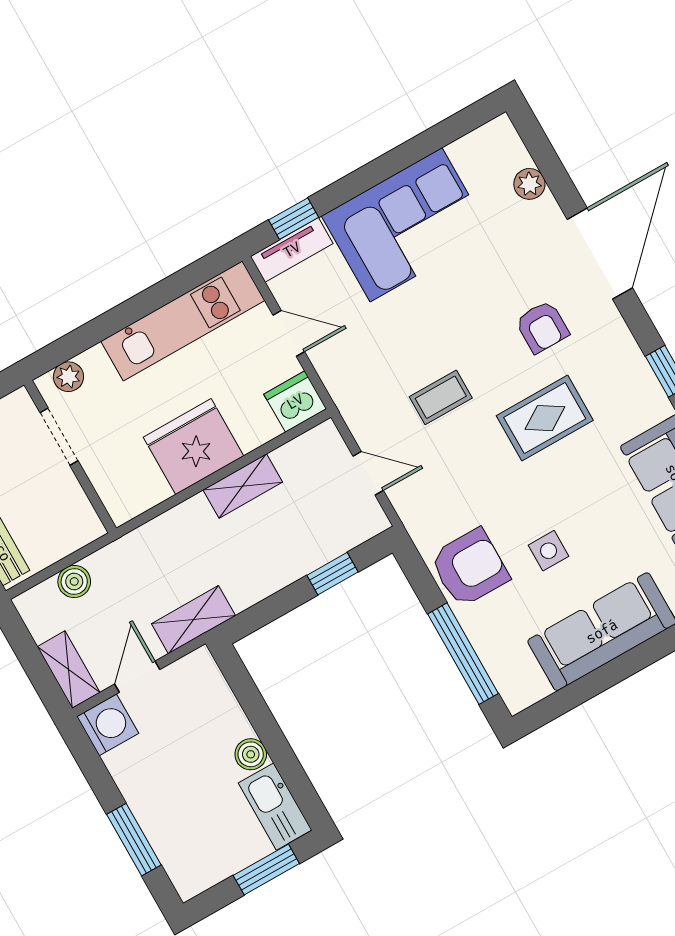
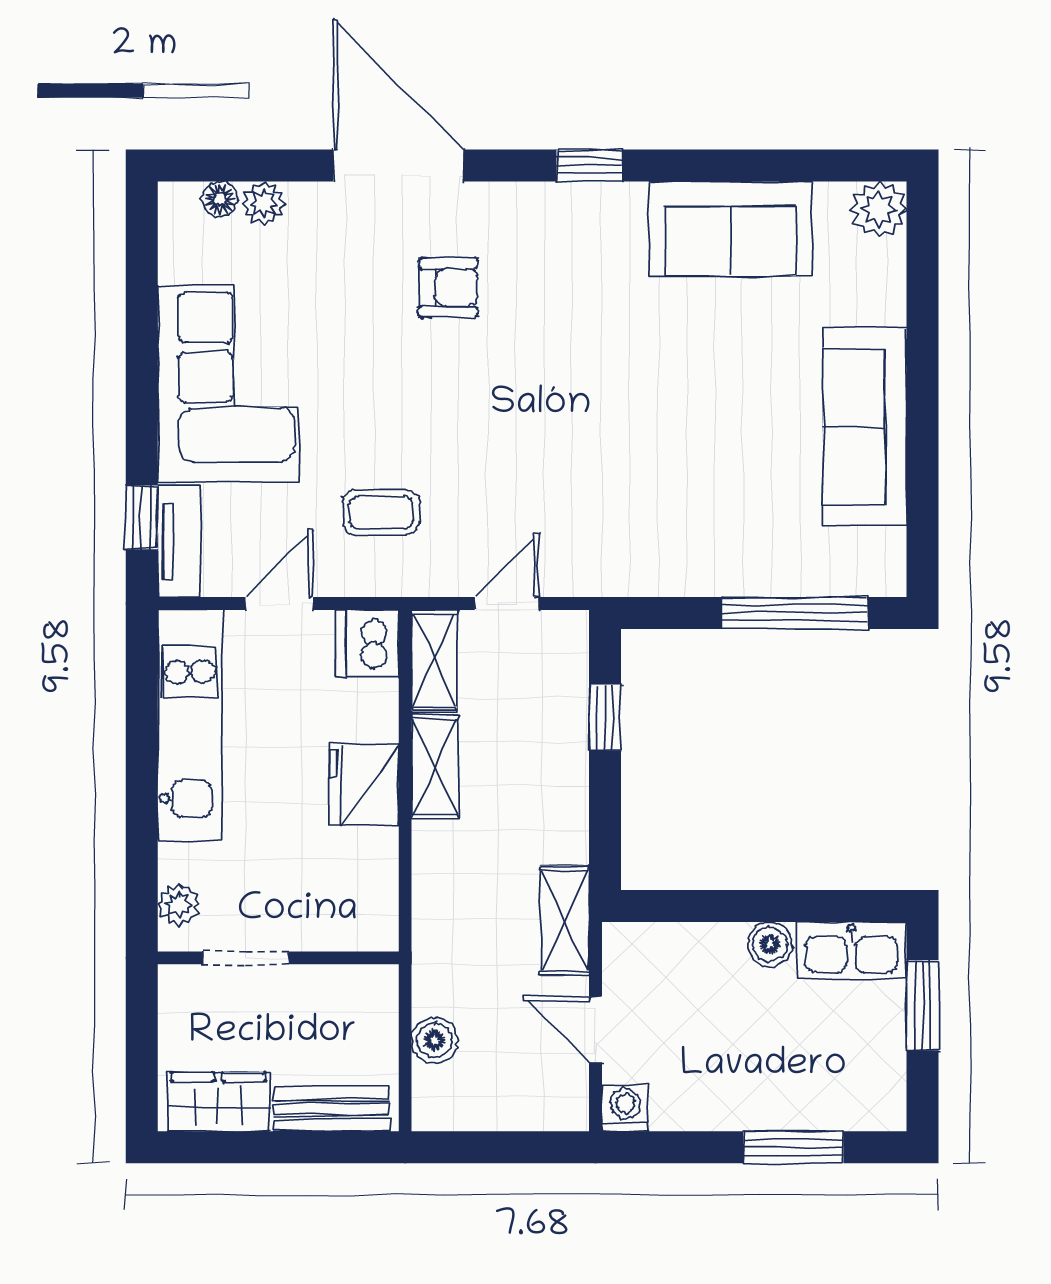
floor lamp: (517, 156) -> (220, 199), added
coffee table: (441, 397) -> (381, 513), moved, turned 90
rug: (545, 418) -> (562, 348), removed
fridge: (193, 447) -> (364, 785), width x0.73, depth x0.75
side table: (549, 551) -> (728, 436), removed
armchair: (470, 568) -> (693, 545), removed
shelving: (69, 670) -> (434, 660), moved, turned 90
washing machine: (108, 725) -> (625, 1108), width x0.73, depth x0.73

